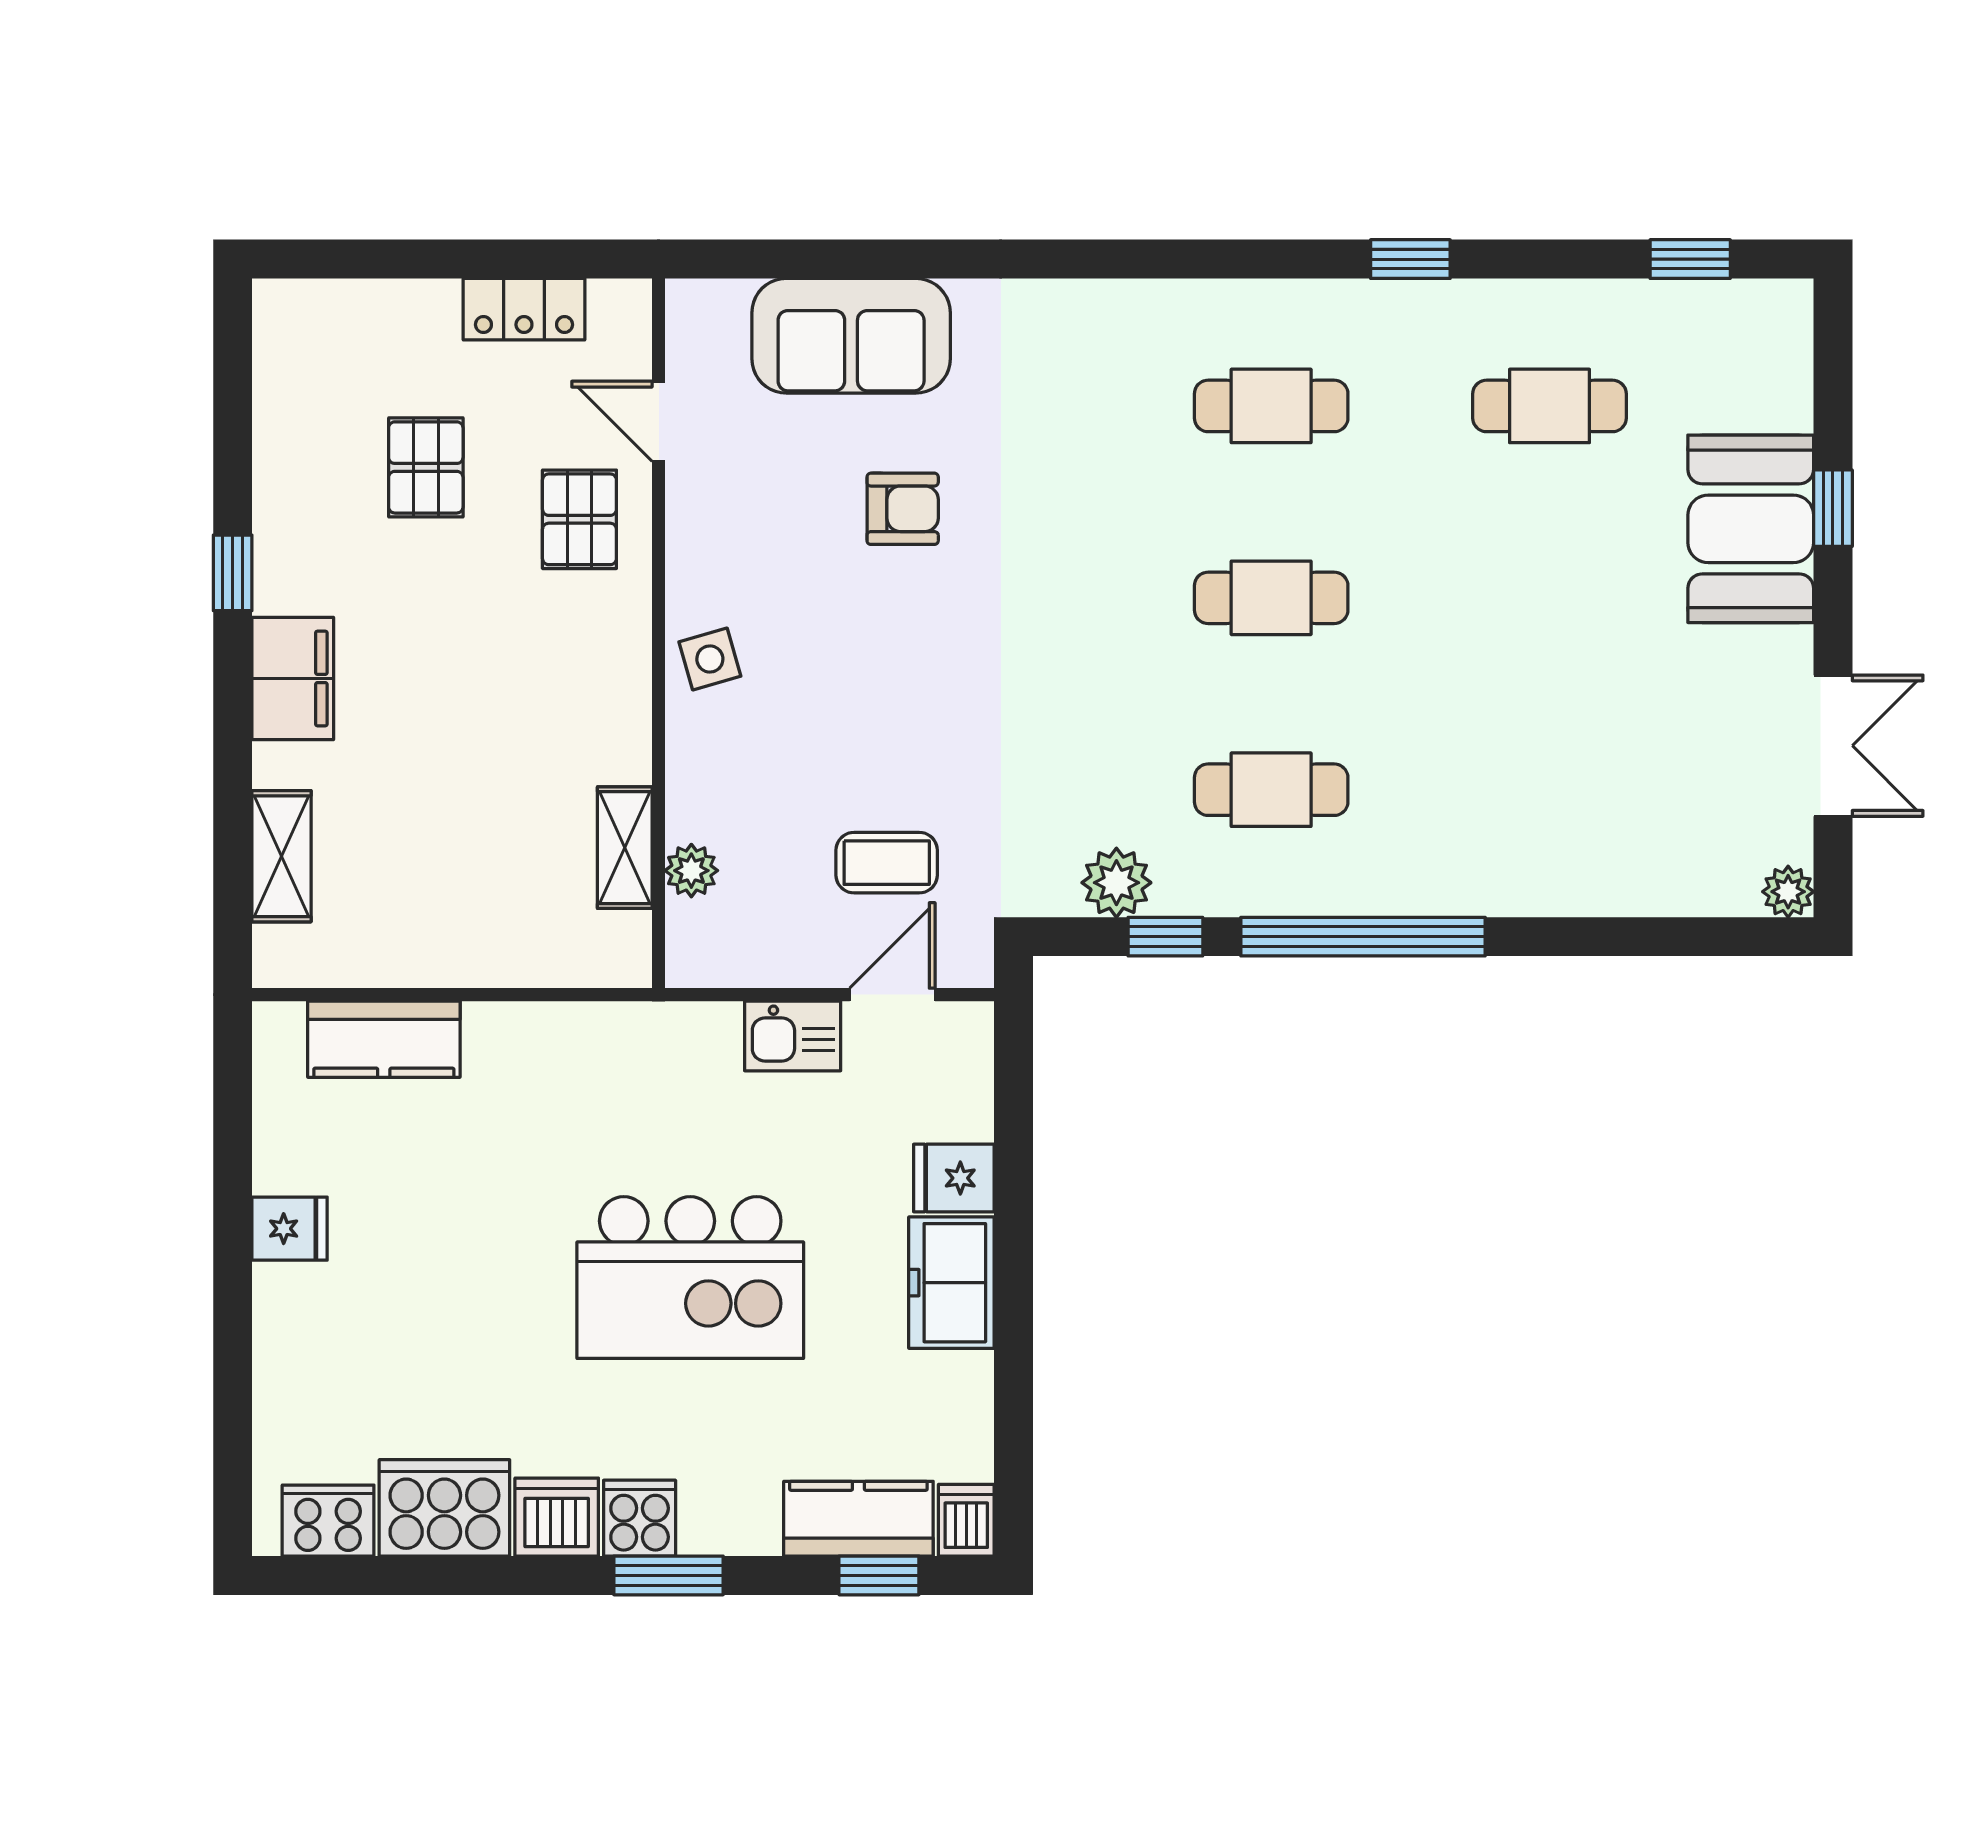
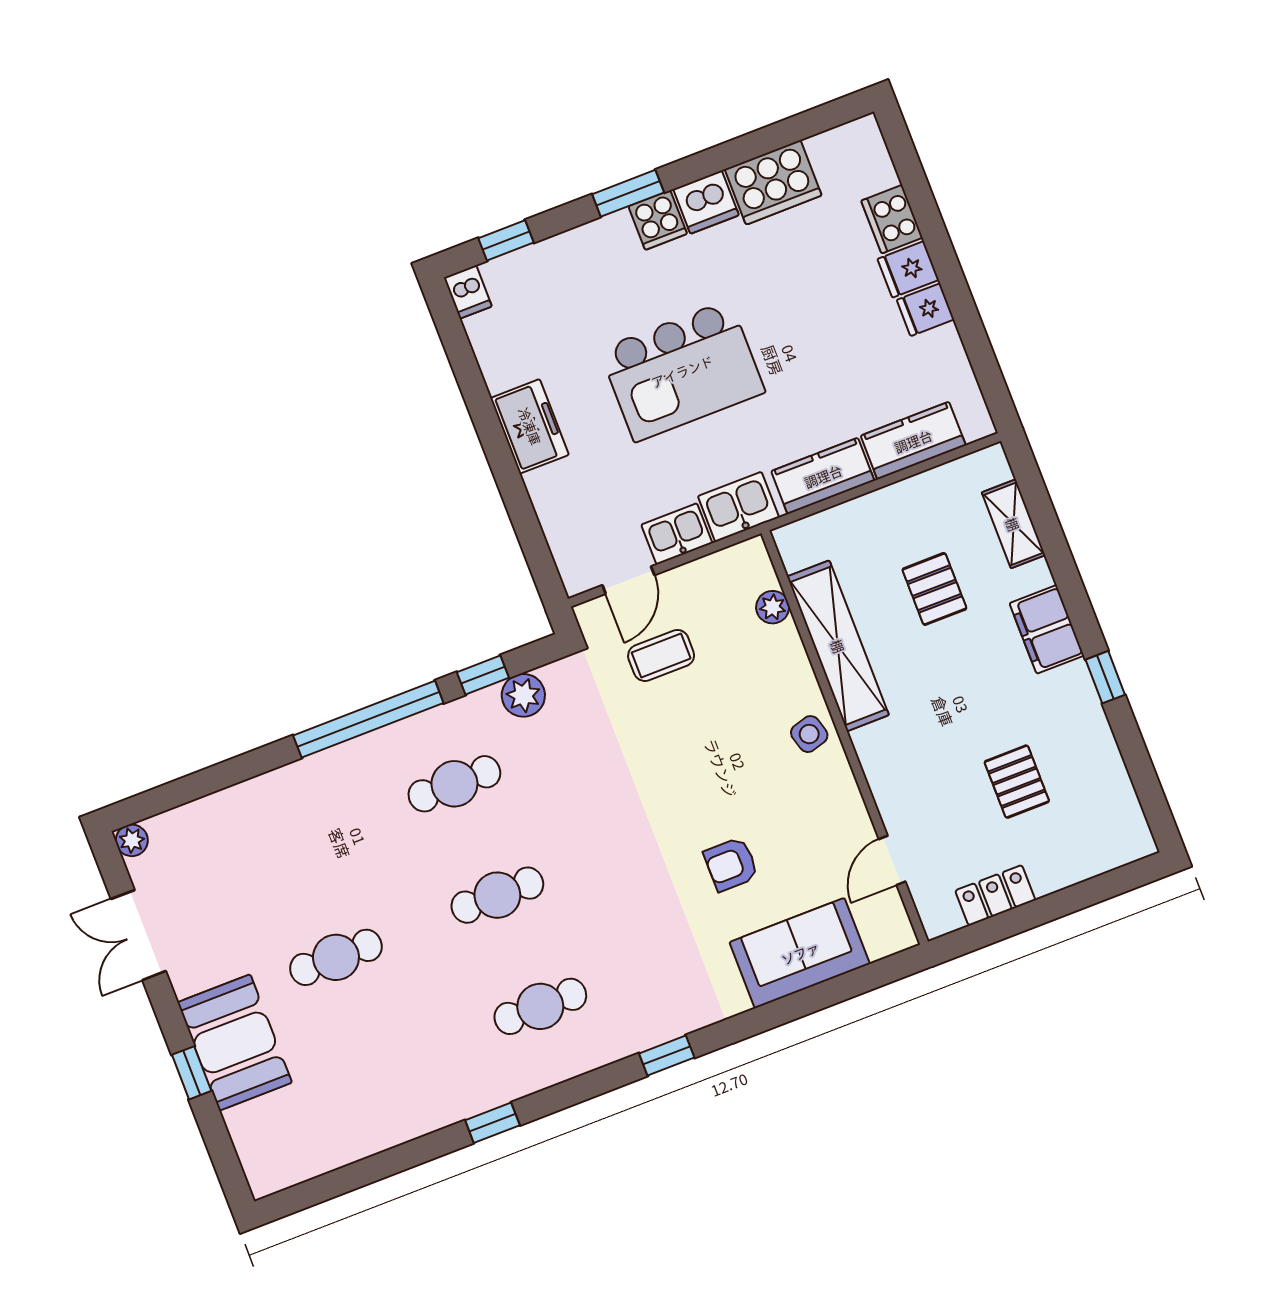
window: (1690, 259) -> (667, 1056), moved
cafe table: (1549, 406) -> (336, 957), moved
door: (659, 421) -> (892, 860), swing flipped
pallet: (579, 519) -> (934, 589), moved
shelving: (625, 848) -> (838, 646), width x2.20, depth x1.33
kitchen sink: (684, 1041) -> (738, 507), added
fridge: (954, 1178) -> (908, 269), moved, turned 180
kitchen island: (690, 1278) -> (682, 371), turned 180
kitchen counter: (858, 1519) -> (823, 476), moved, turned 180
cooker: (328, 1521) -> (892, 219), moved, turned 90

